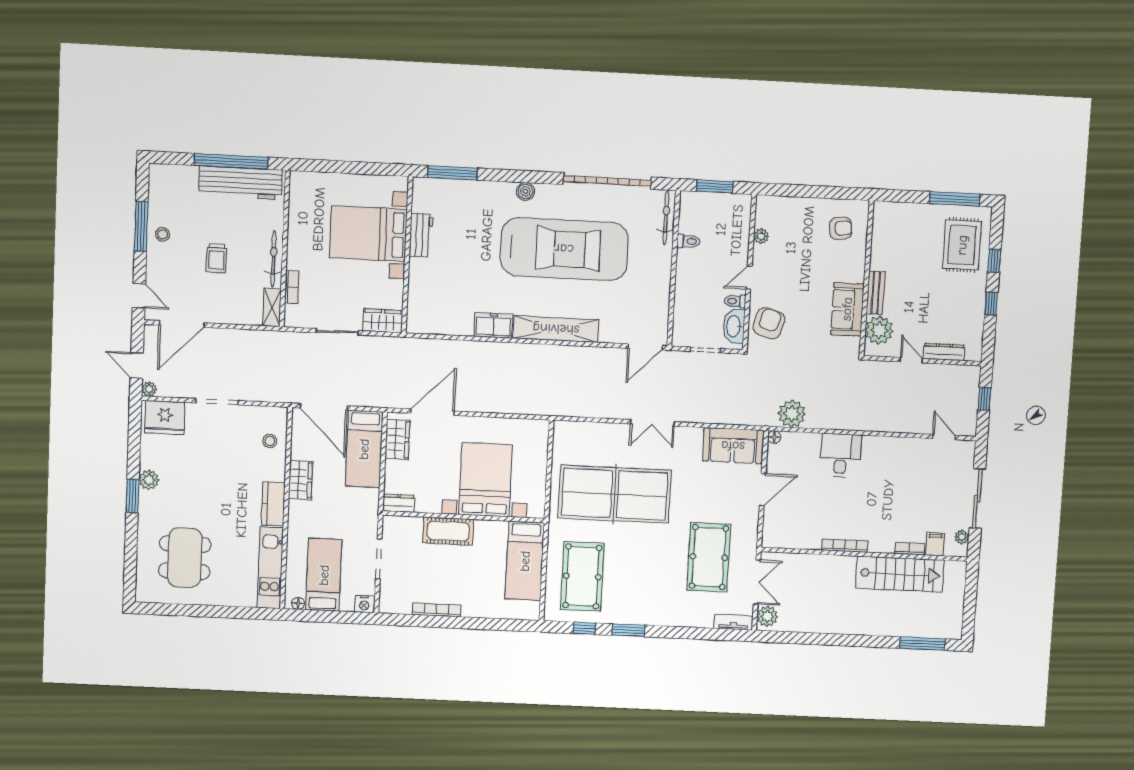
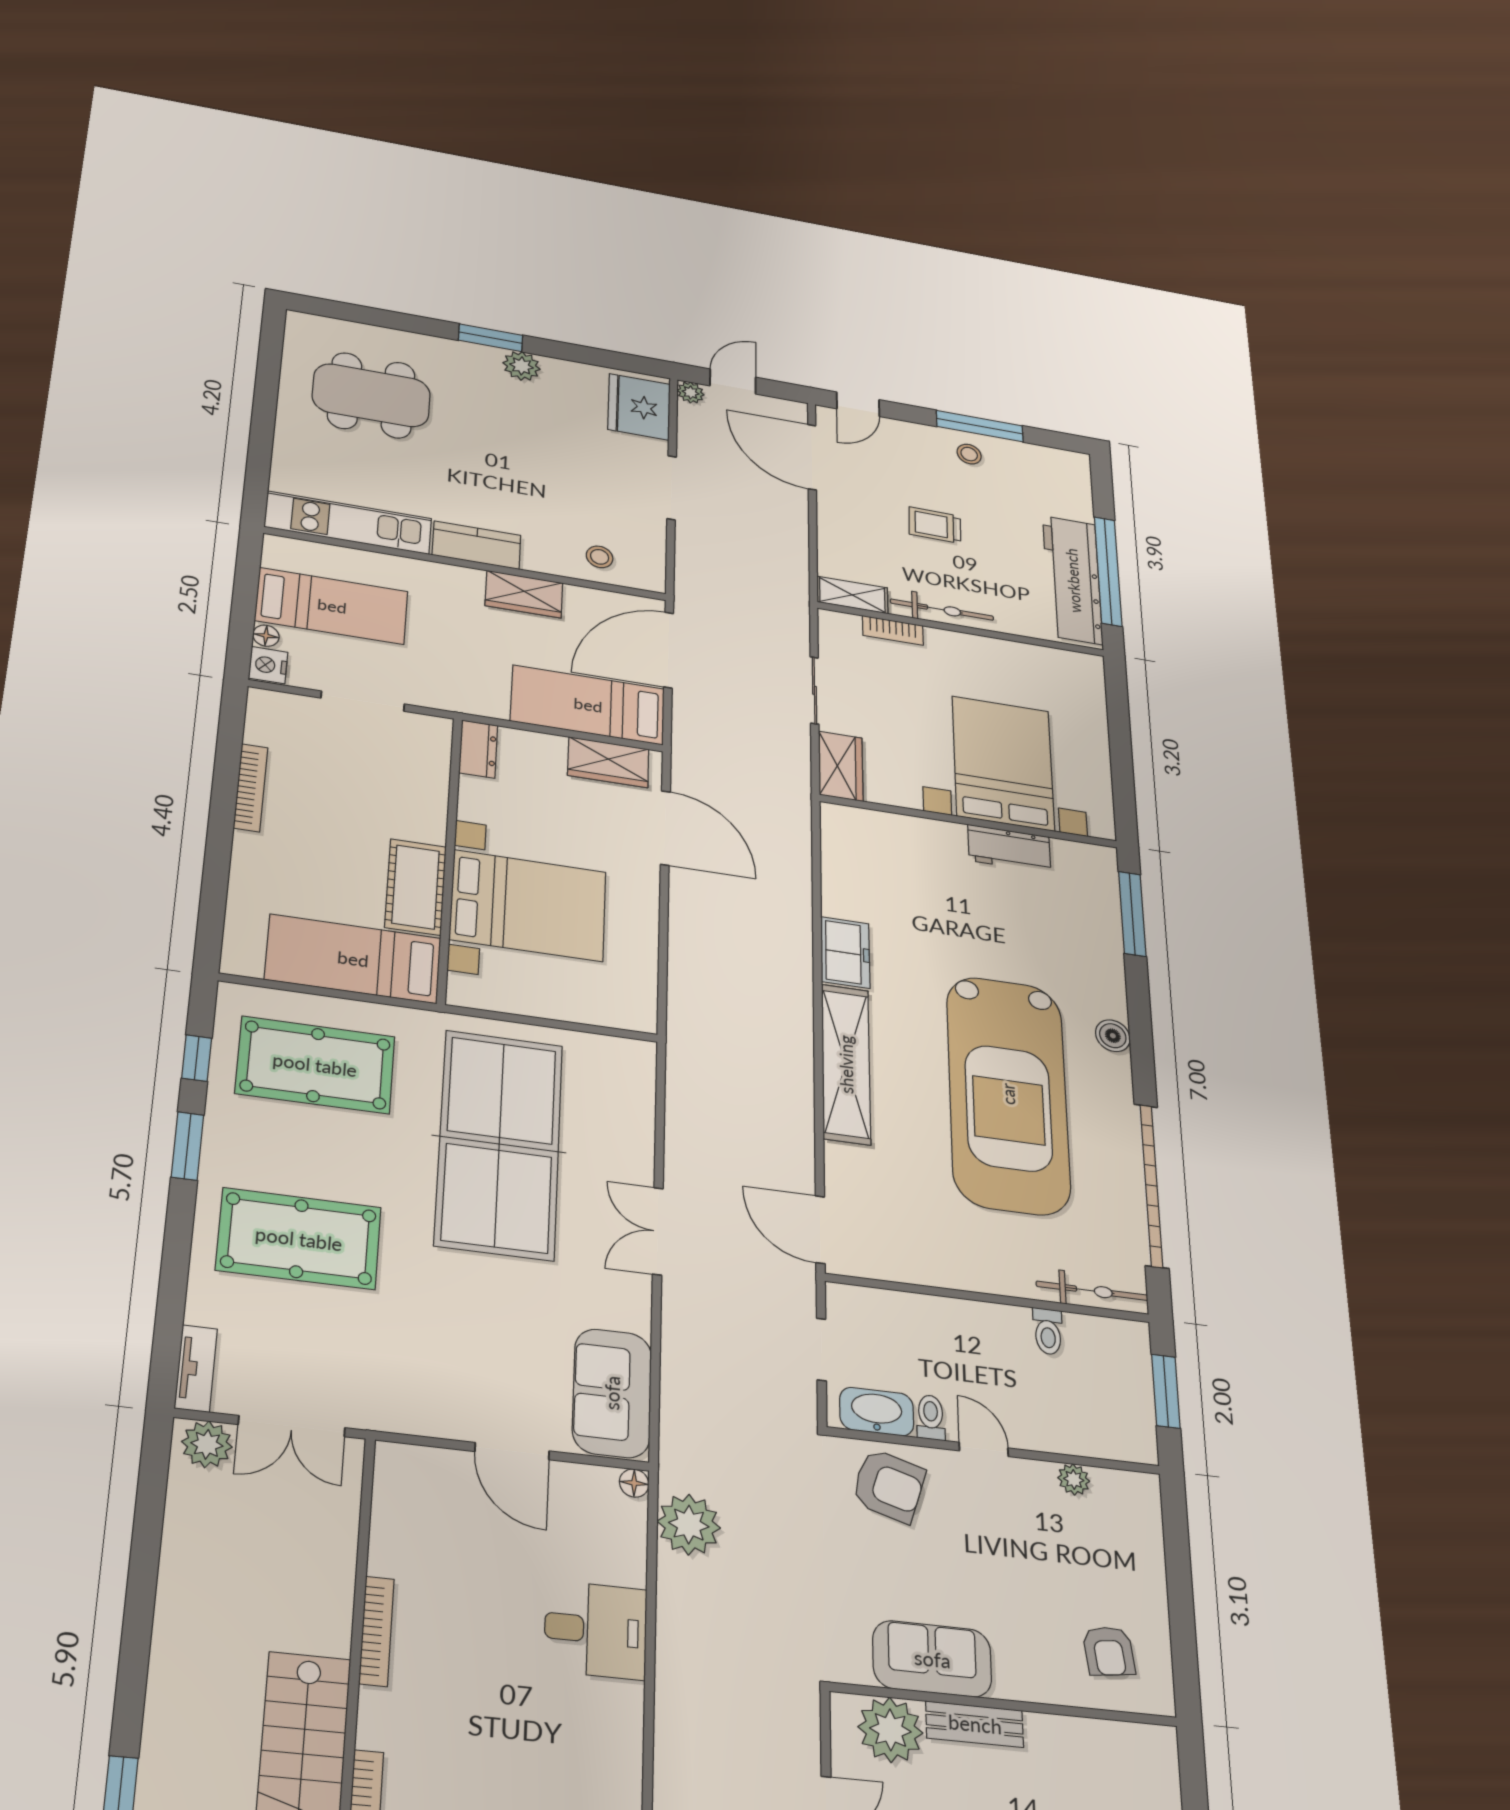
cot: (448, 531) -> (416, 887), moved
pool table: (709, 557) -> (299, 1239), moved
floor lamp: (298, 603) -> (266, 636), moved

